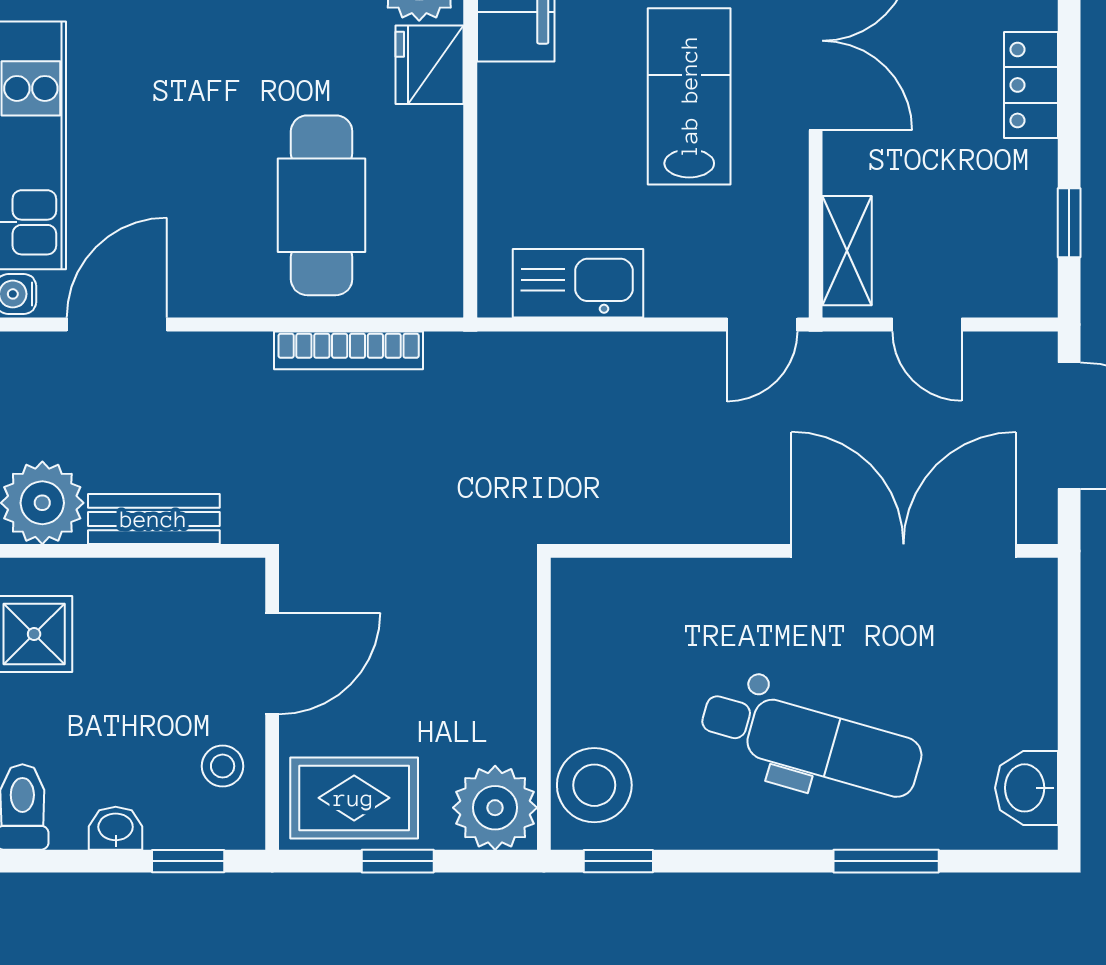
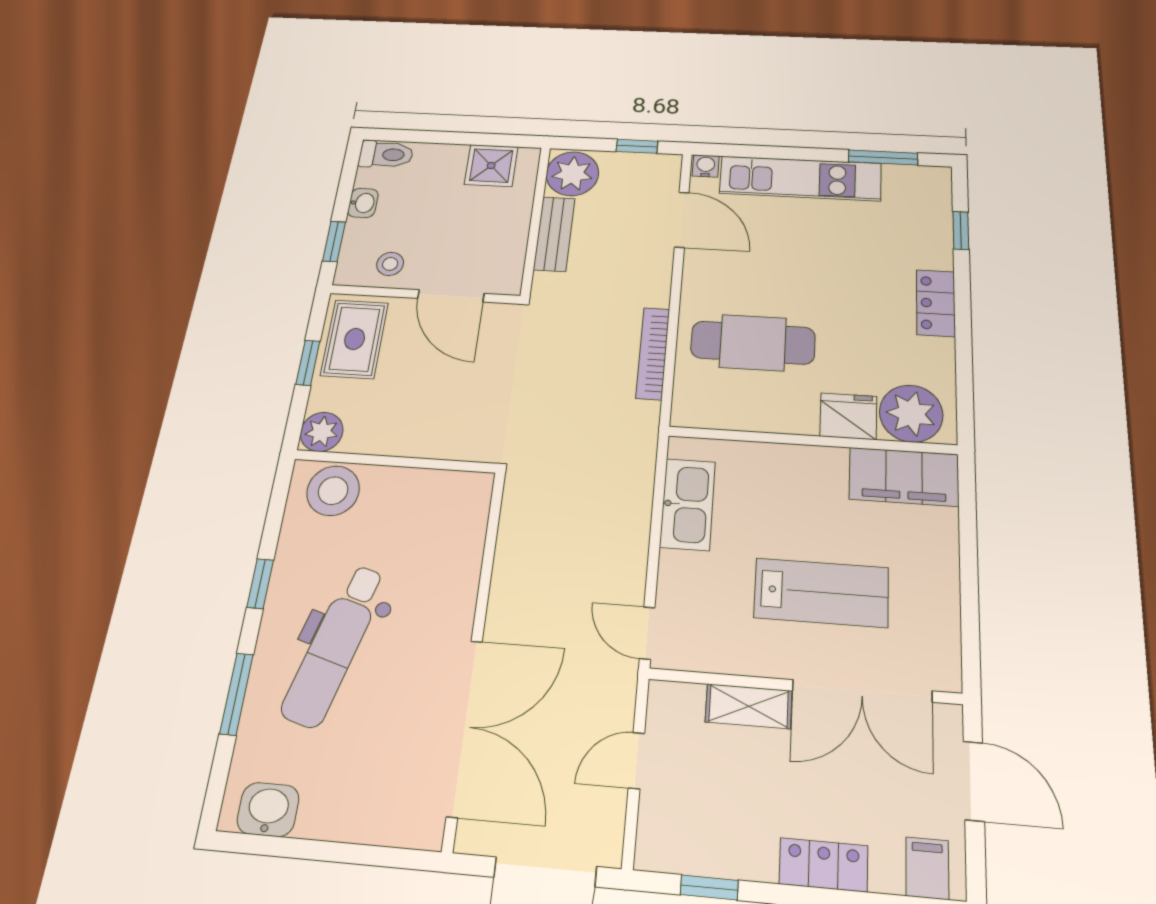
shelving: (847, 251) -> (749, 706), moved
plant: (495, 808) -> (322, 432), width x0.73, depth x0.73
window: (618, 861) -> (260, 584), moved

